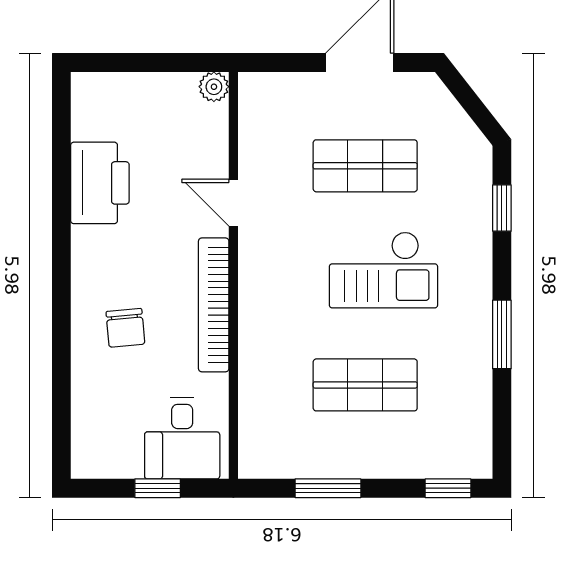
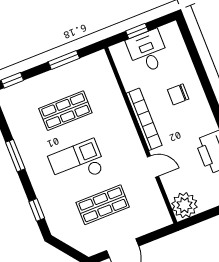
plant: (214, 87) -> (185, 205), width x1.87, depth x1.87
chair: (125, 328) -> (178, 94), turned -85
desk: (182, 438) -> (148, 51), moved

